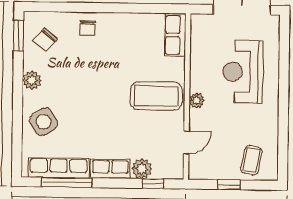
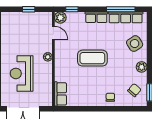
reception desk: (243, 72) -> (22, 73), turned 180
coffee table: (156, 96) -> (92, 58), moved
door: (186, 143) -> (53, 33), swing flipped
coffee table: (251, 160) -> (16, 23), removed
plant: (142, 169) -> (60, 18), moved

